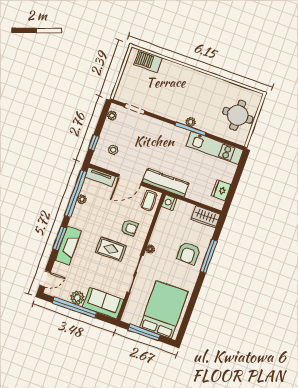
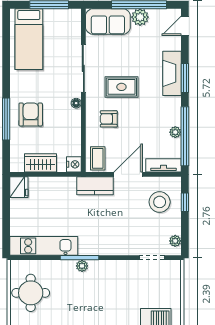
stool: (113, 150) -> (160, 202), width x1.89, depth x1.89
kitchen counter: (166, 183) -> (95, 186), width x0.67
fridge: (221, 190) -> (19, 187), moved
wardrobe: (206, 217) -> (41, 163), moved
bed: (164, 310) -> (29, 39), width x0.67

